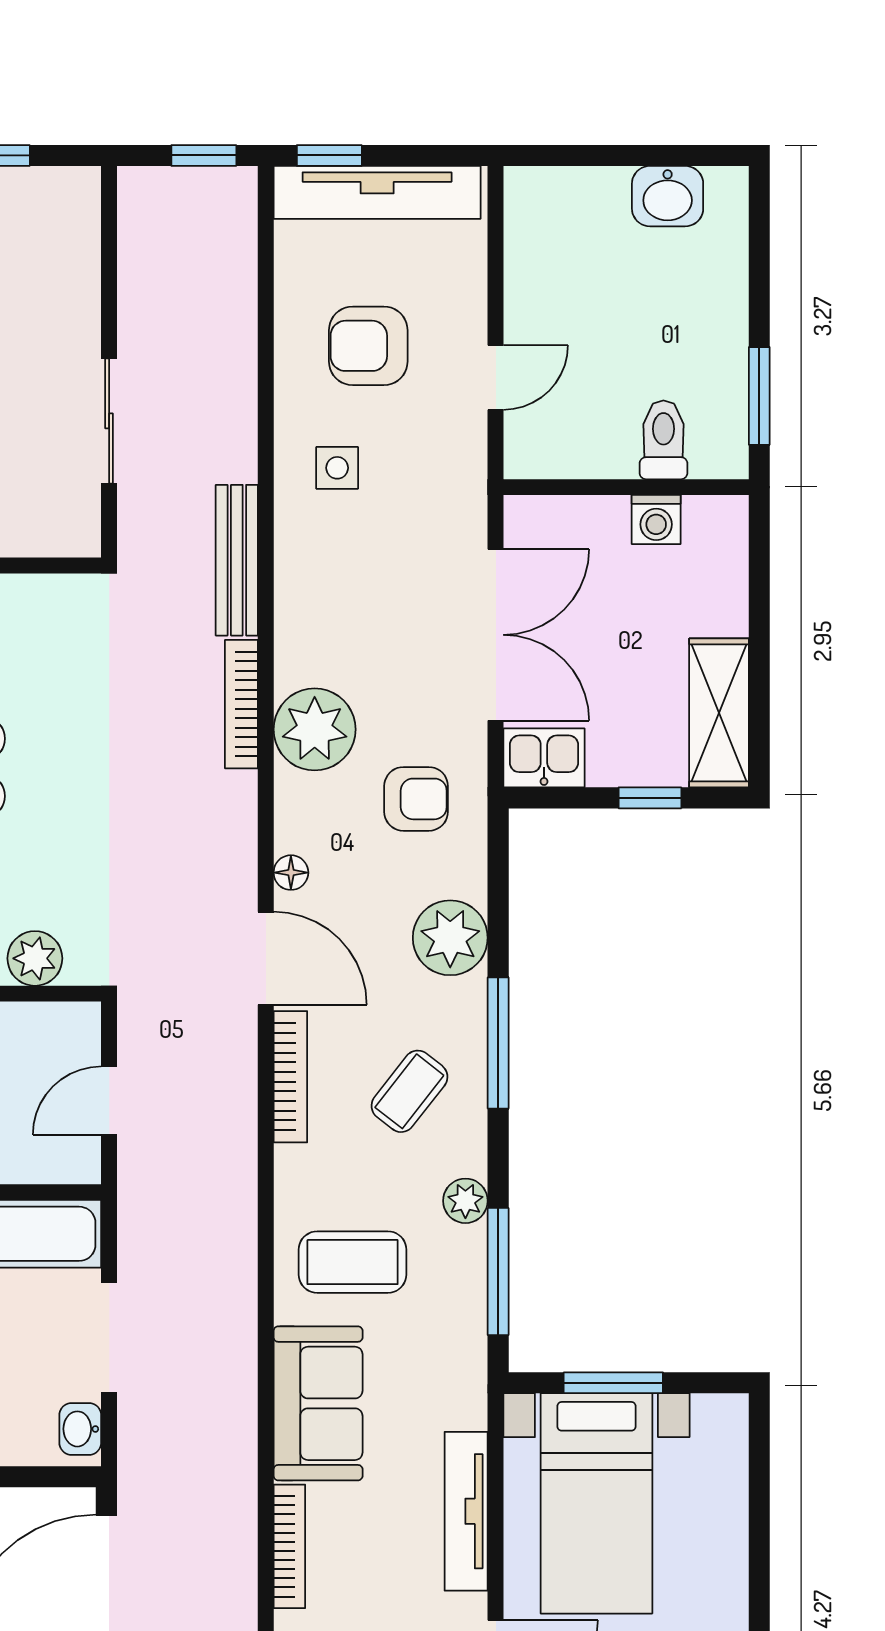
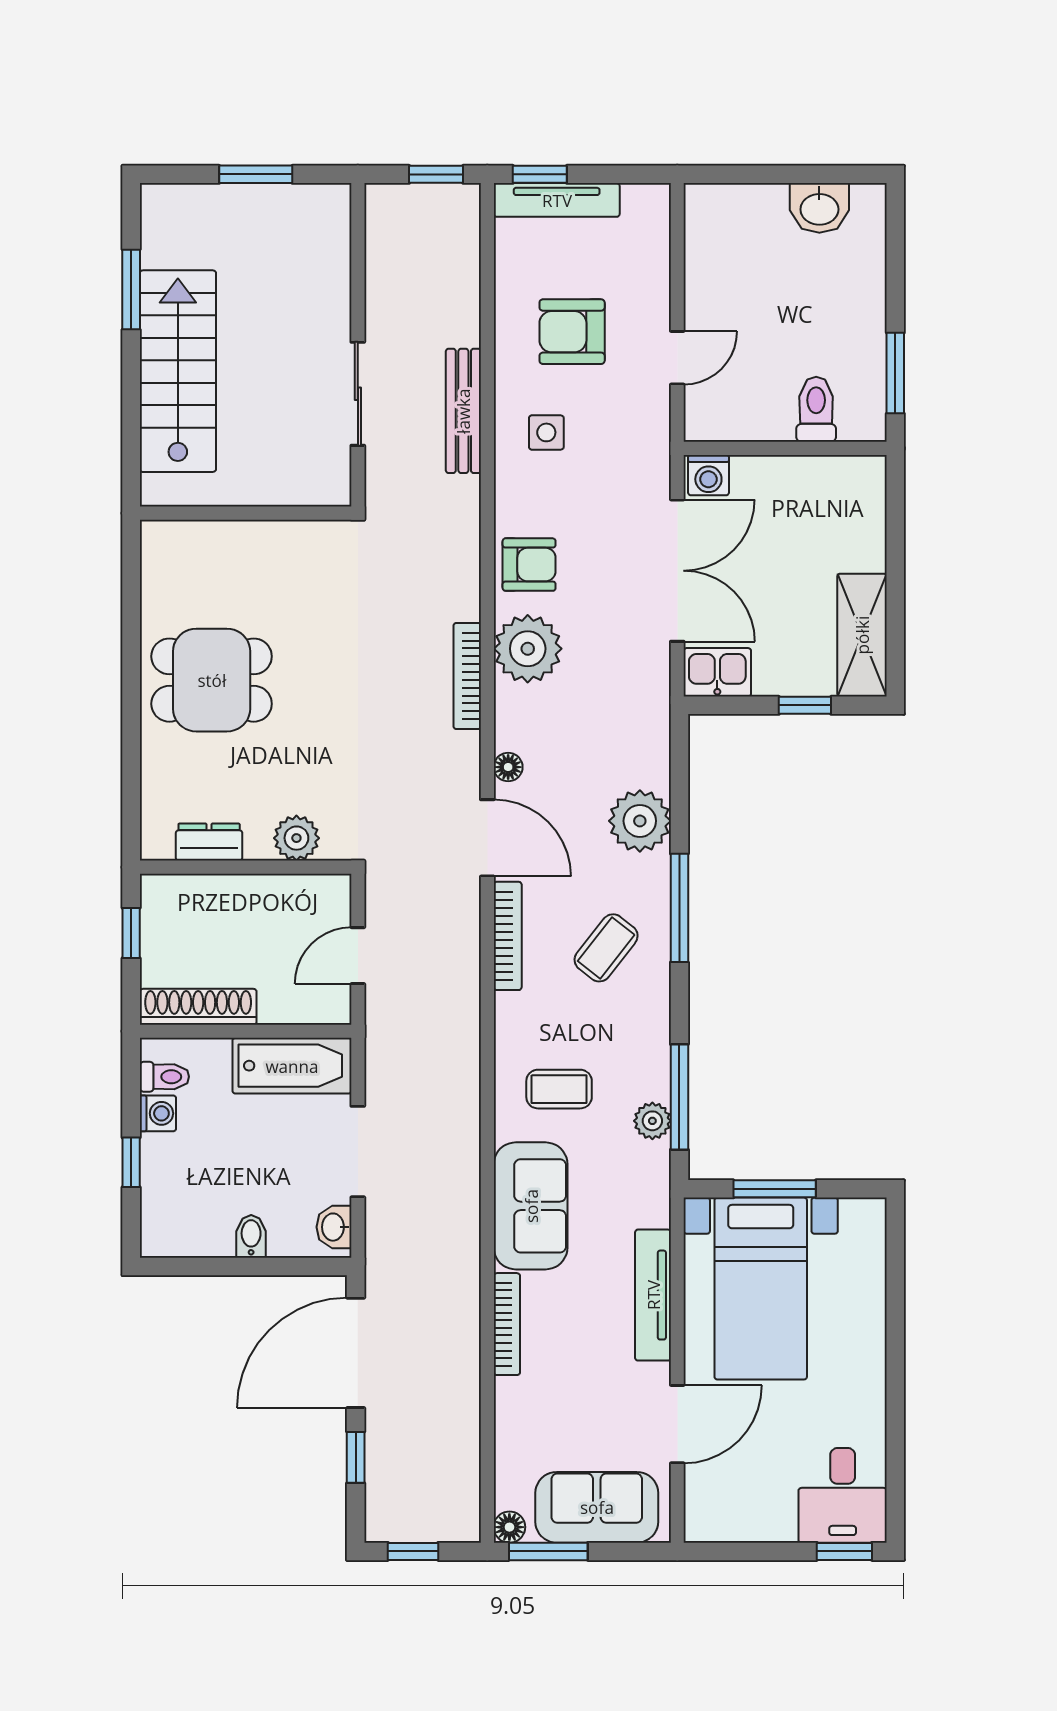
tv unit: (377, 192) -> (557, 200), width x0.73, depth x0.78
washing machine: (656, 519) -> (708, 475), moved
bench: (237, 560) -> (463, 411), moved
bookcase: (241, 704) -> (467, 676), moved
armchair: (416, 799) -> (529, 565), moved
plant: (465, 1201) -> (652, 1121), moved
coffee table: (353, 1262) -> (559, 1089), width x0.73, depth x0.77

